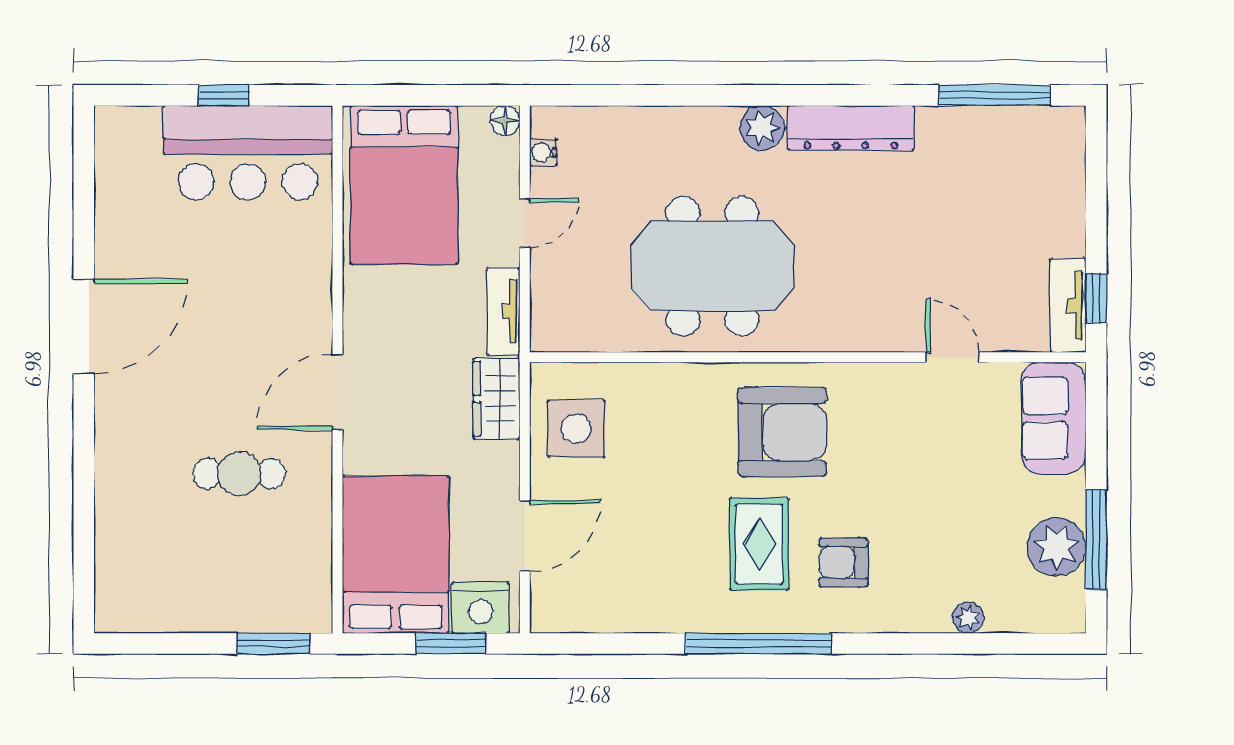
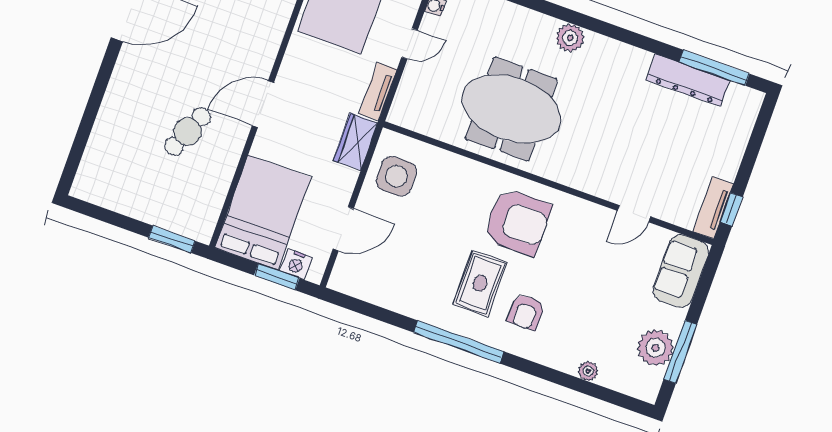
dresser: (851, 128) -> (688, 80), moved
door: (952, 357) -> (634, 214), swing flipped
cafe table: (239, 474) -> (188, 132), turned -67
armchair: (844, 562) -> (526, 312), turned -90
nightstand: (481, 608) -> (296, 264), width x0.74, depth x0.75

